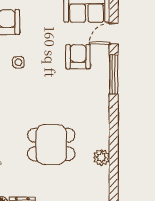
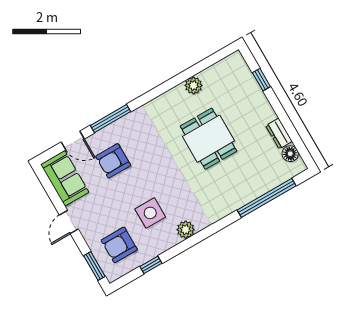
side table: (18, 62) -> (150, 213), width x1.87, depth x1.87

